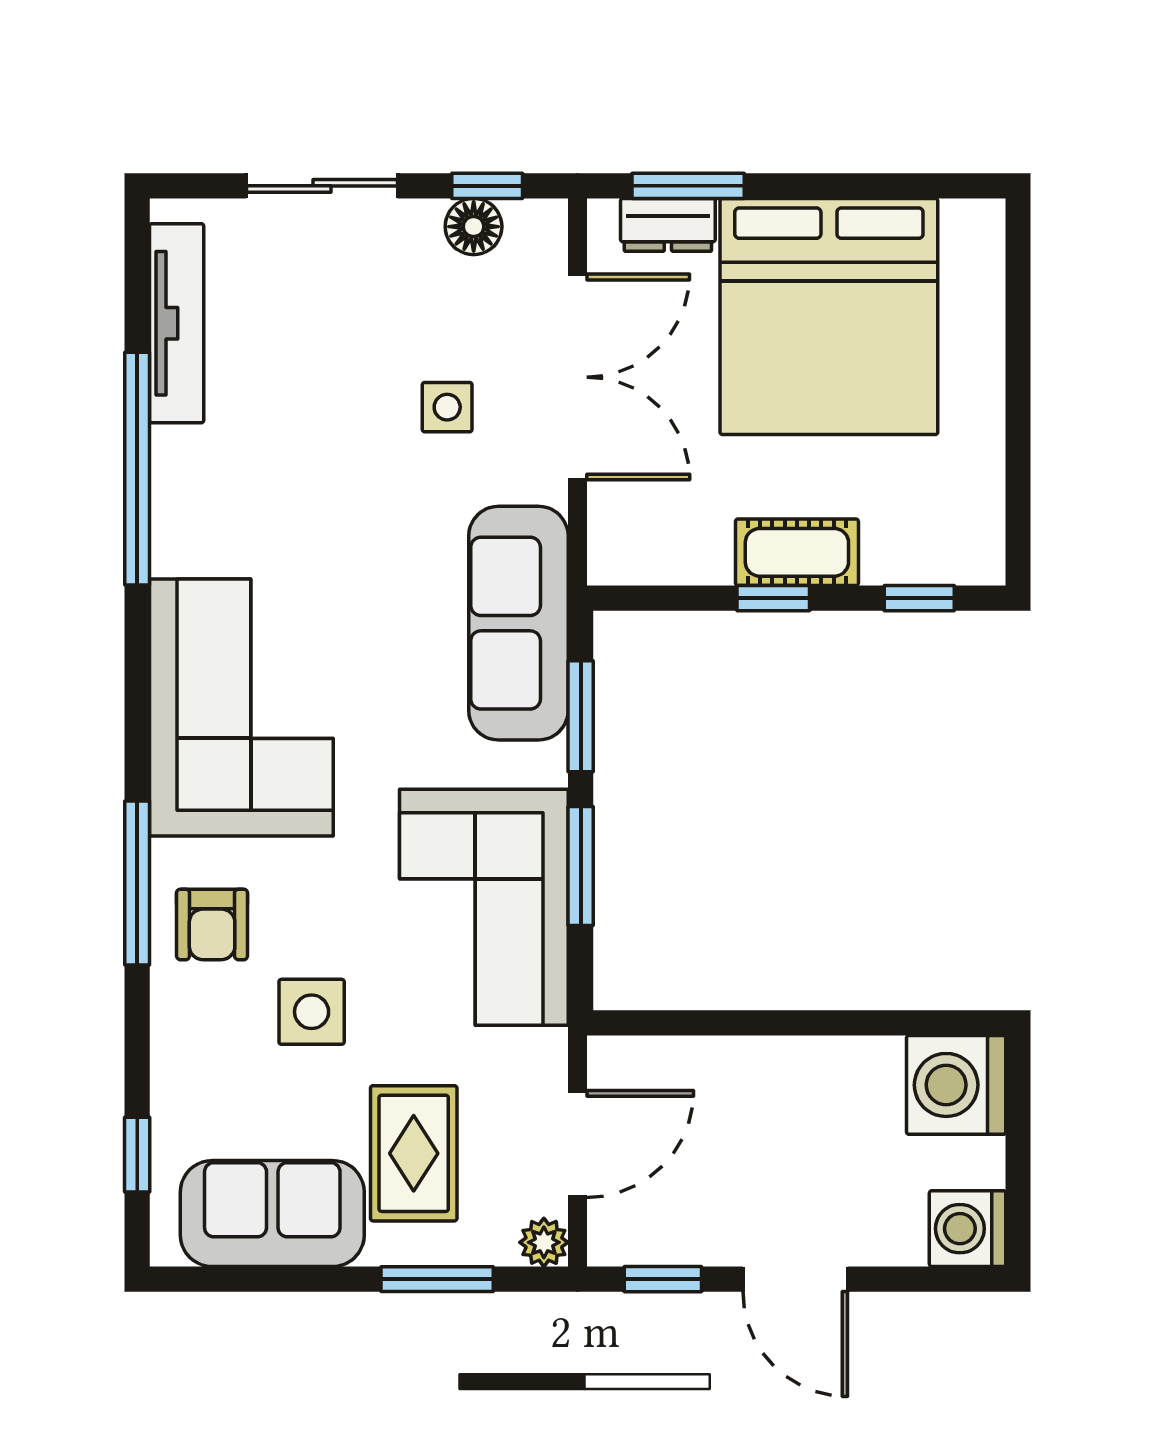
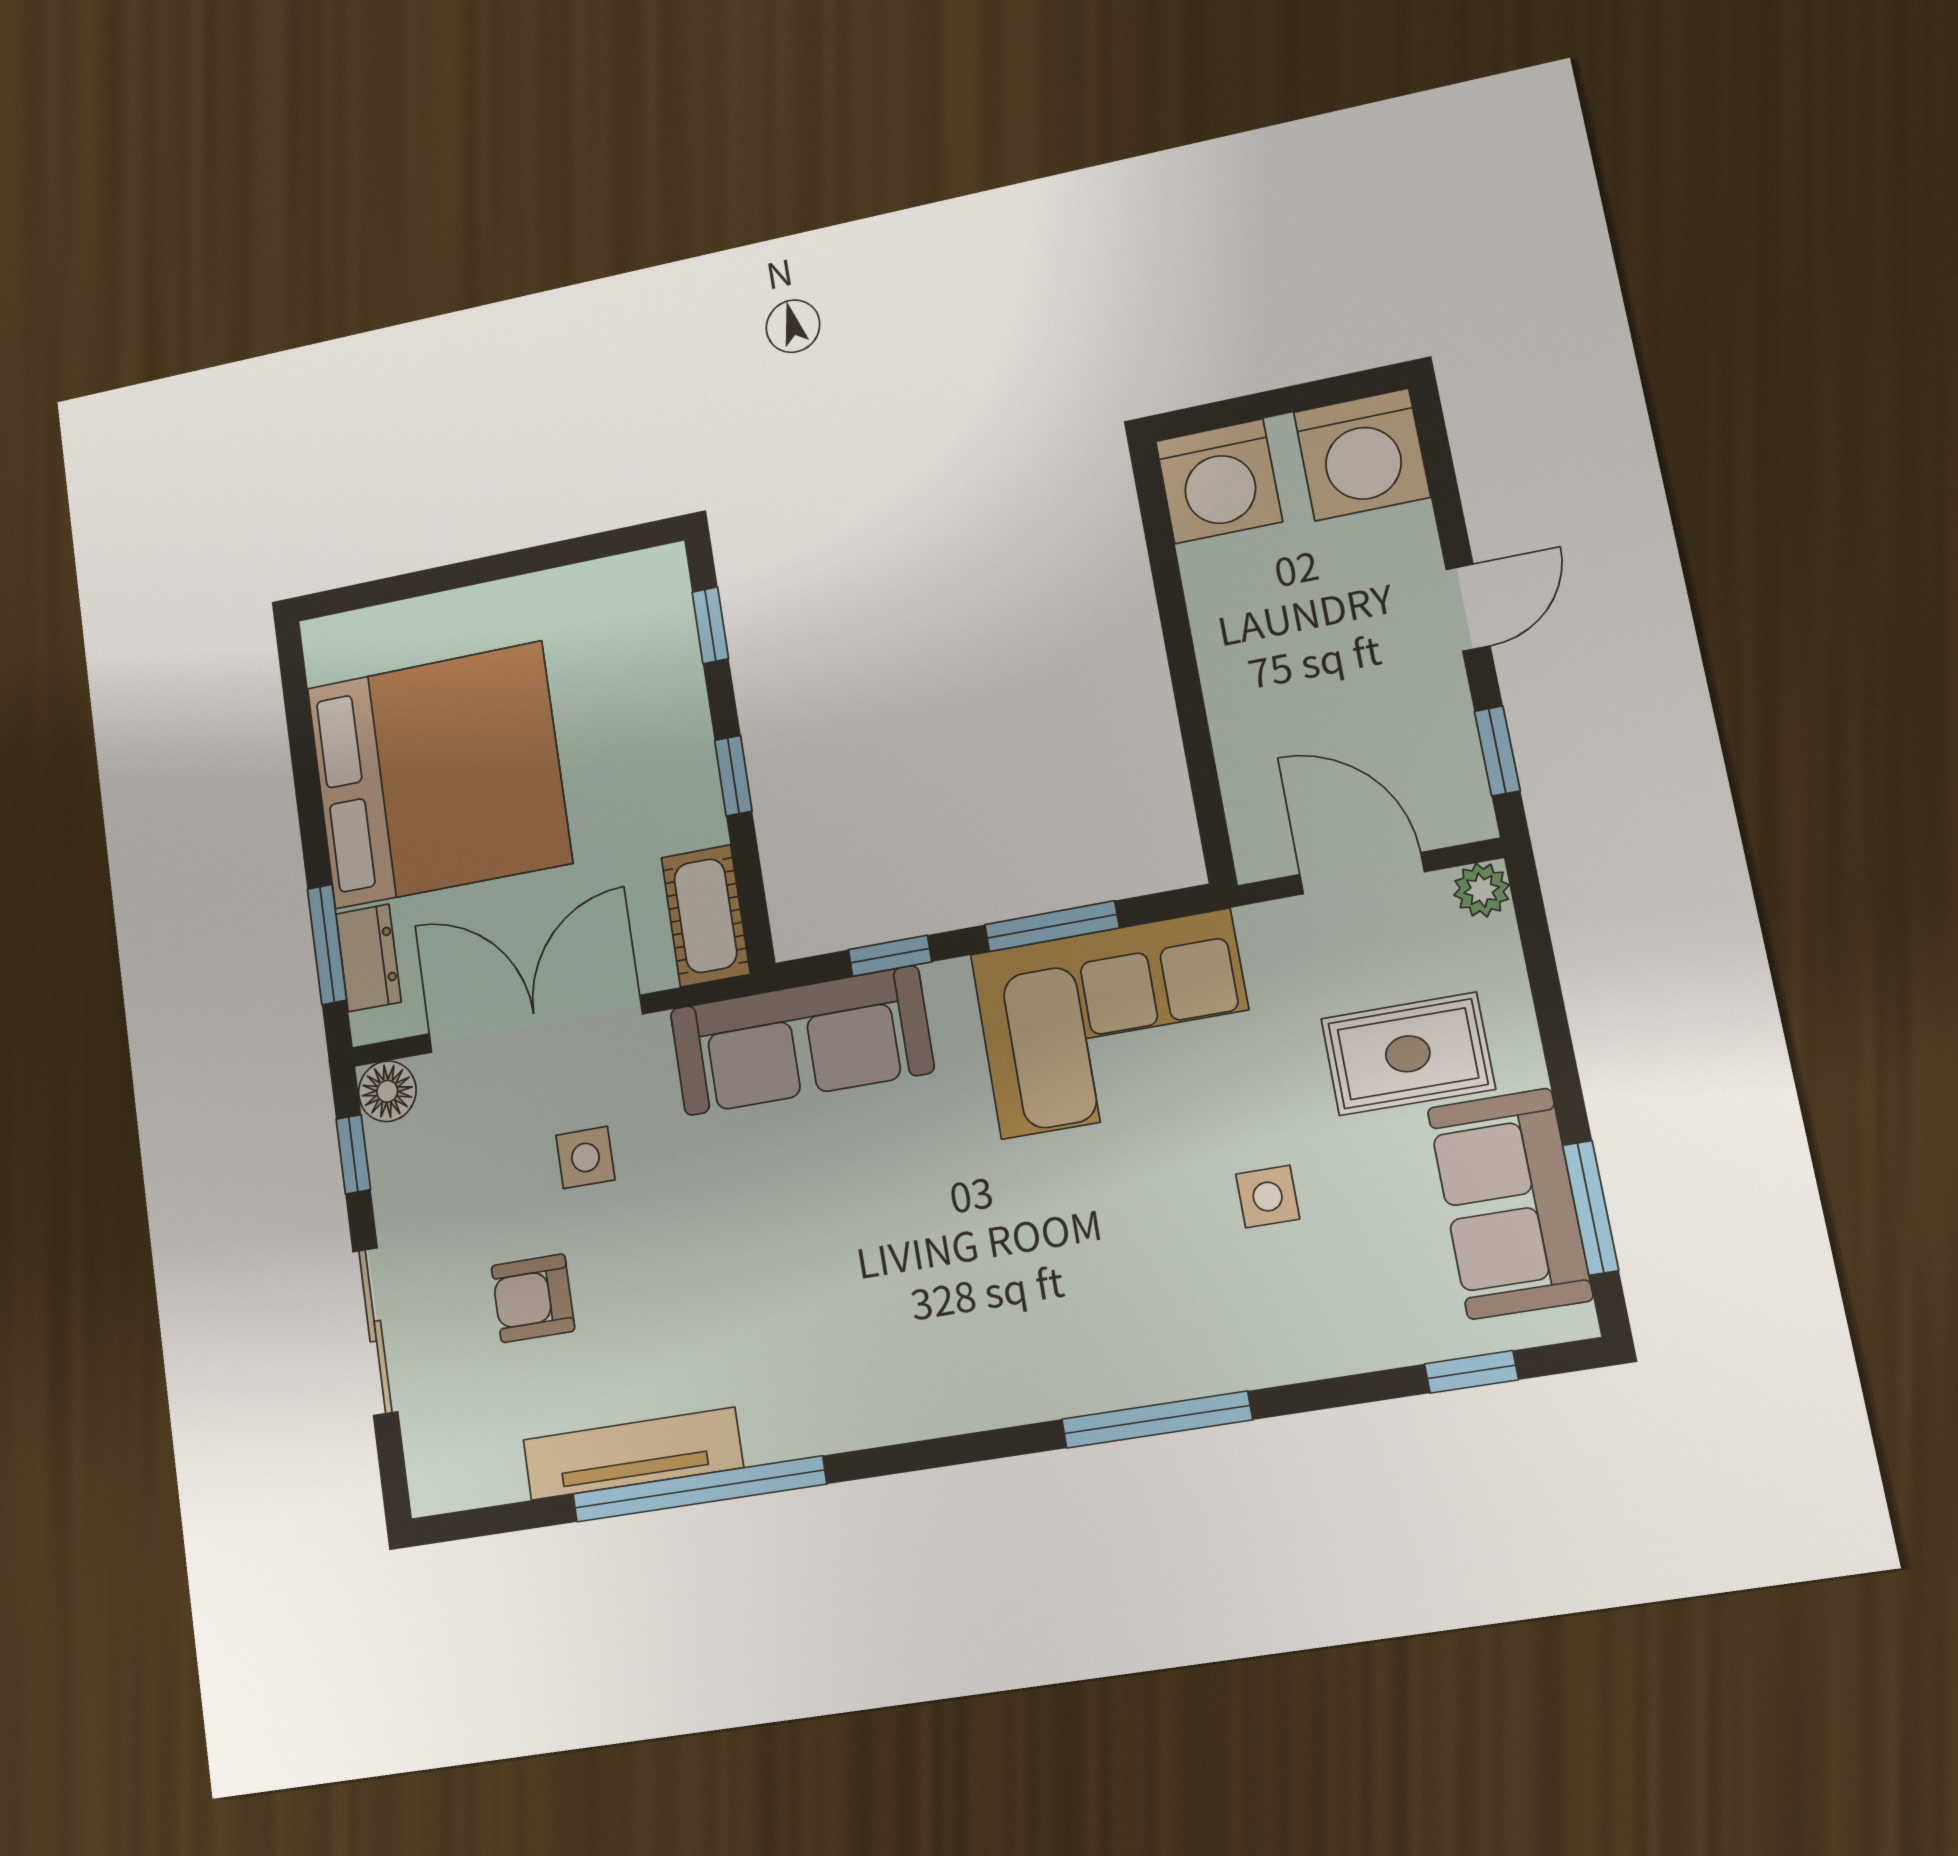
floor lamp: (474, 227) -> (387, 1091), moved
tv unit: (177, 323) -> (633, 1454), moved
cot: (797, 552) -> (706, 916), moved
corner sofa: (241, 708) -> (941, 1331), removed
window: (581, 716) -> (890, 956), width x0.67
armchair: (212, 924) -> (533, 1298), moved, turned 180
side table: (312, 1012) -> (1268, 1196), width x0.73, depth x0.73
washing machine: (967, 1229) -> (1362, 455), width x1.37, depth x1.37
window: (437, 1279) -> (1591, 1208), moved
door: (795, 1279) -> (1468, 608), width x0.73

